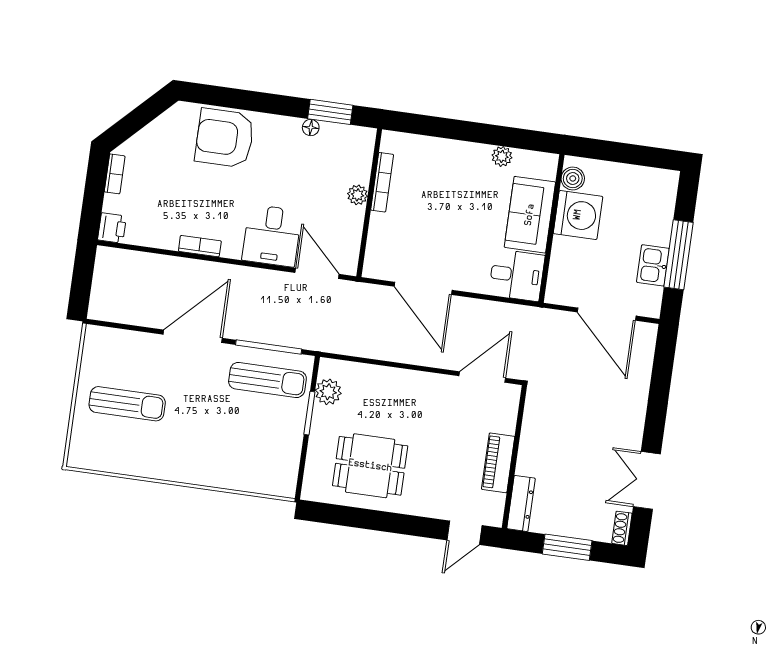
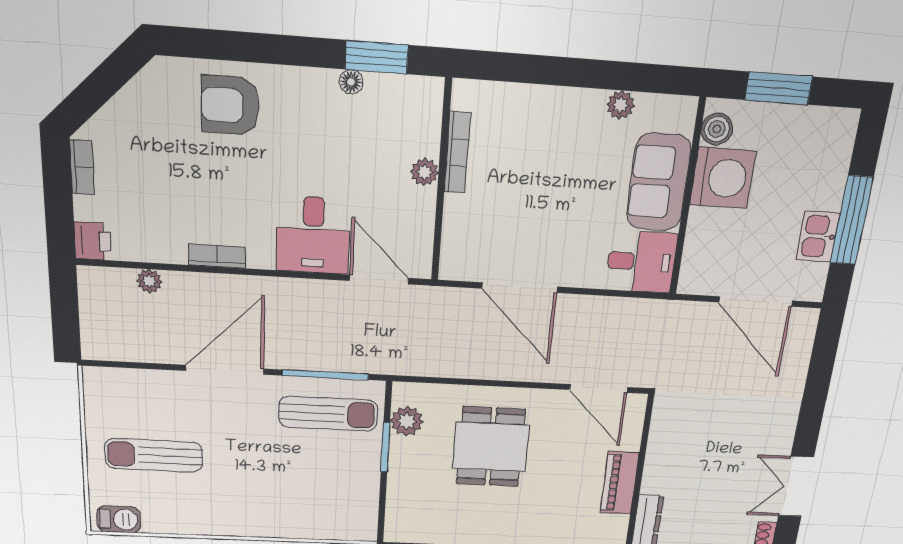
armchair: (225, 138) -> (230, 105), width x0.73, depth x0.73
window: (617, 152) -> (779, 88), added
plant: (148, 261) -> (149, 281), added
door: (482, 377) -> (599, 389), swing flipped
sun lounger: (127, 404) -> (154, 455), turned 180
barbecue: (90, 458) -> (119, 519), added
dining table: (370, 466) -> (491, 447), moved, turned 90

